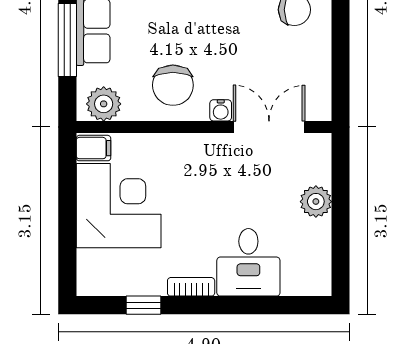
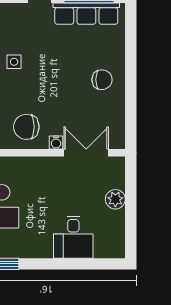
chair: (173, 85) -> (26, 127), turned 90
bookcase: (191, 287) -> (38, 252), removed

